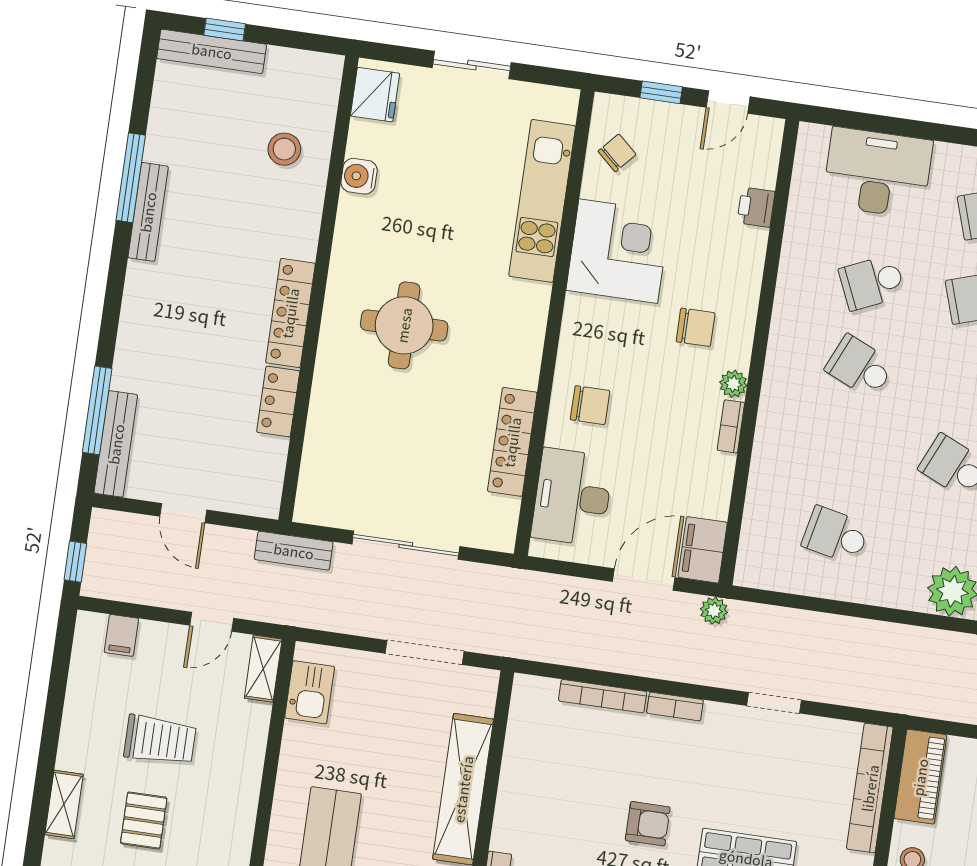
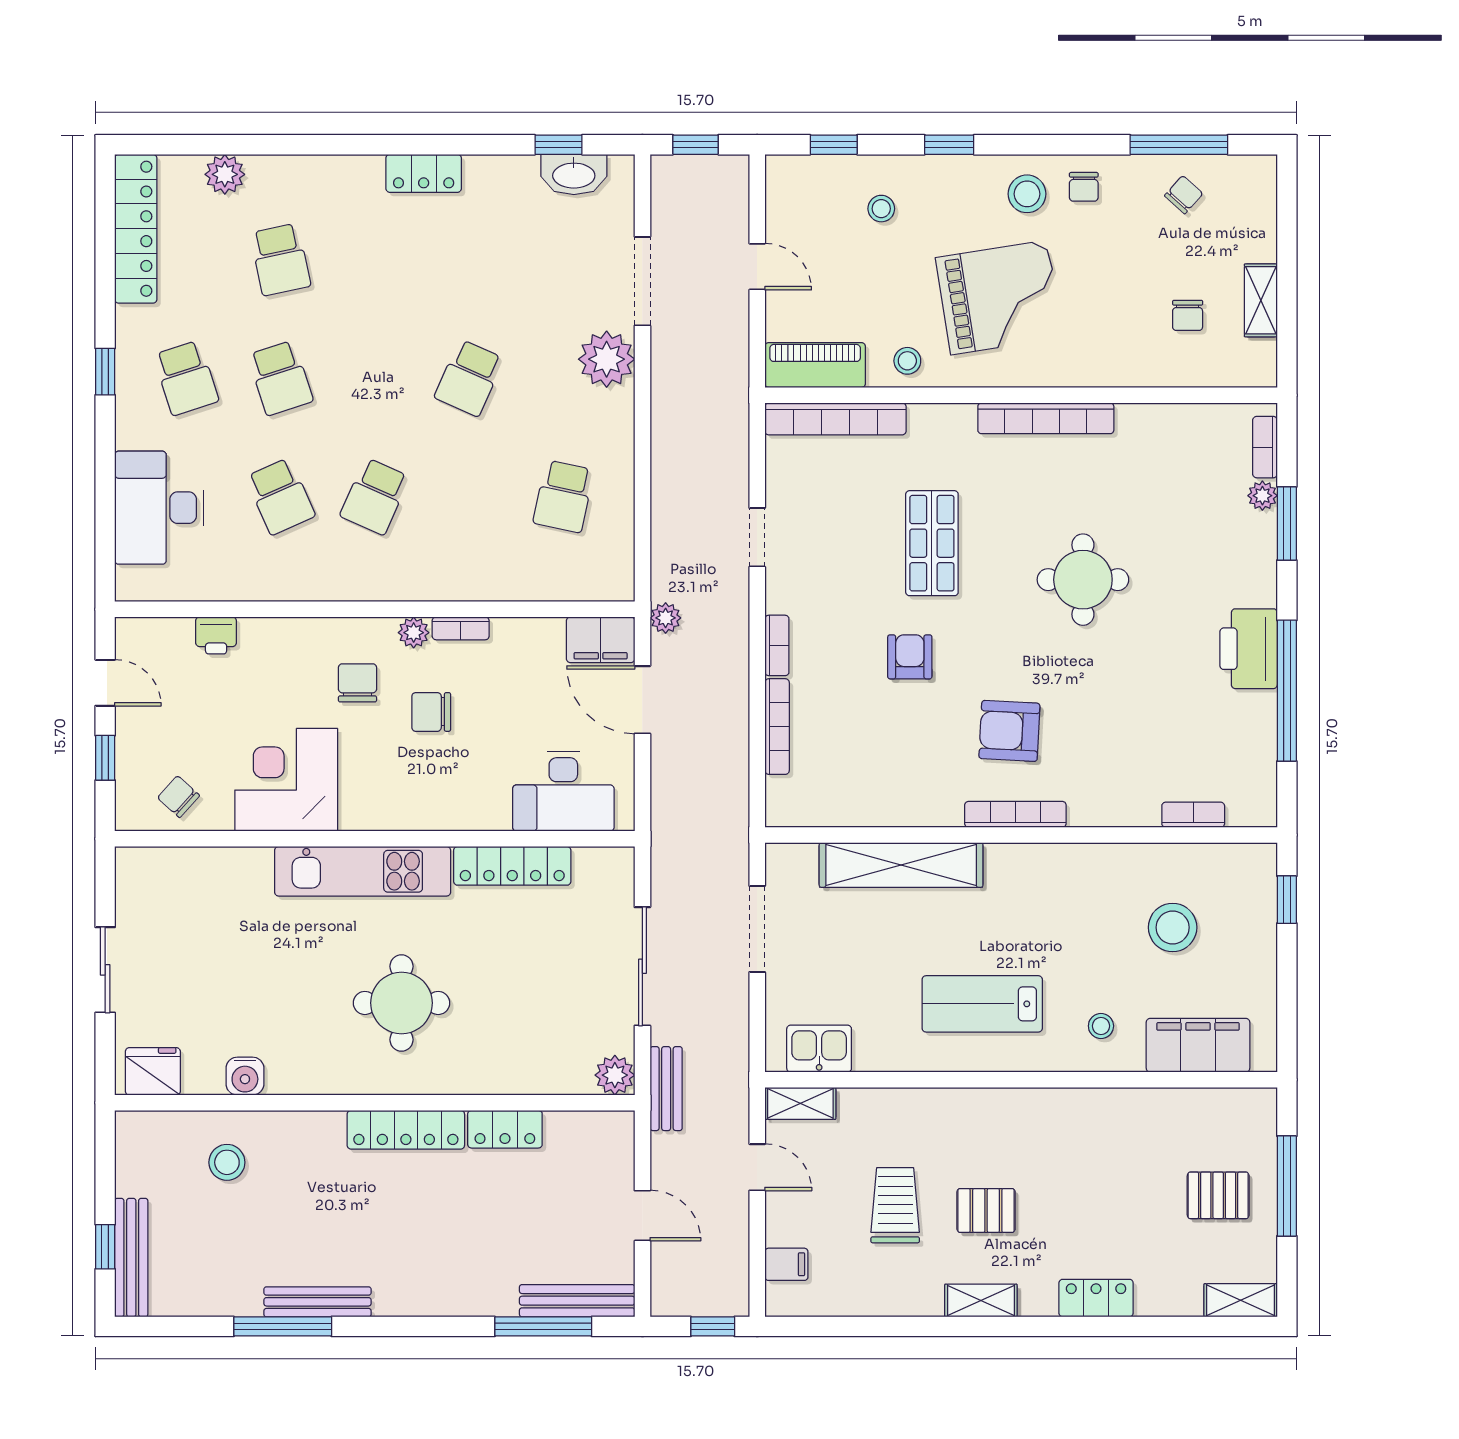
kitchen unit: (542, 201) -> (363, 871), moved
chair: (590, 405) -> (431, 712), moved, turned -90
plant: (312, 507) -> (615, 1075), added
door: (183, 513) -> (642, 1216), hinge flipped

